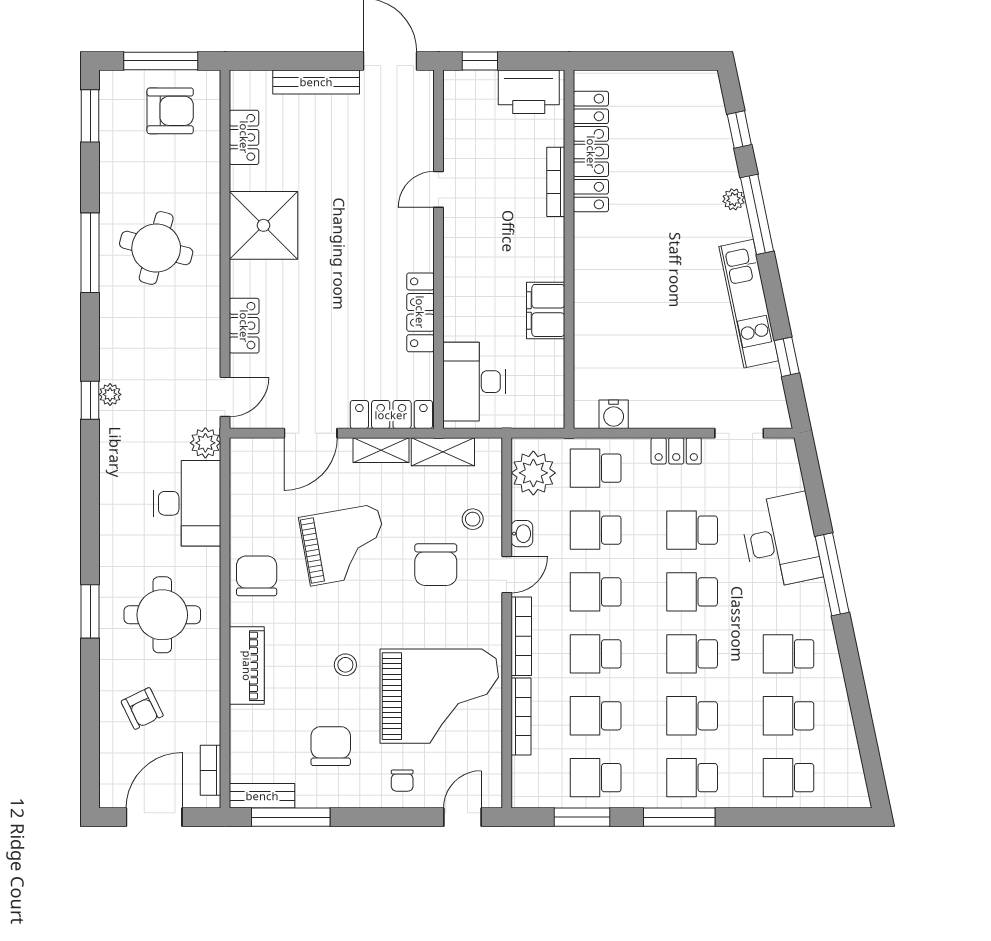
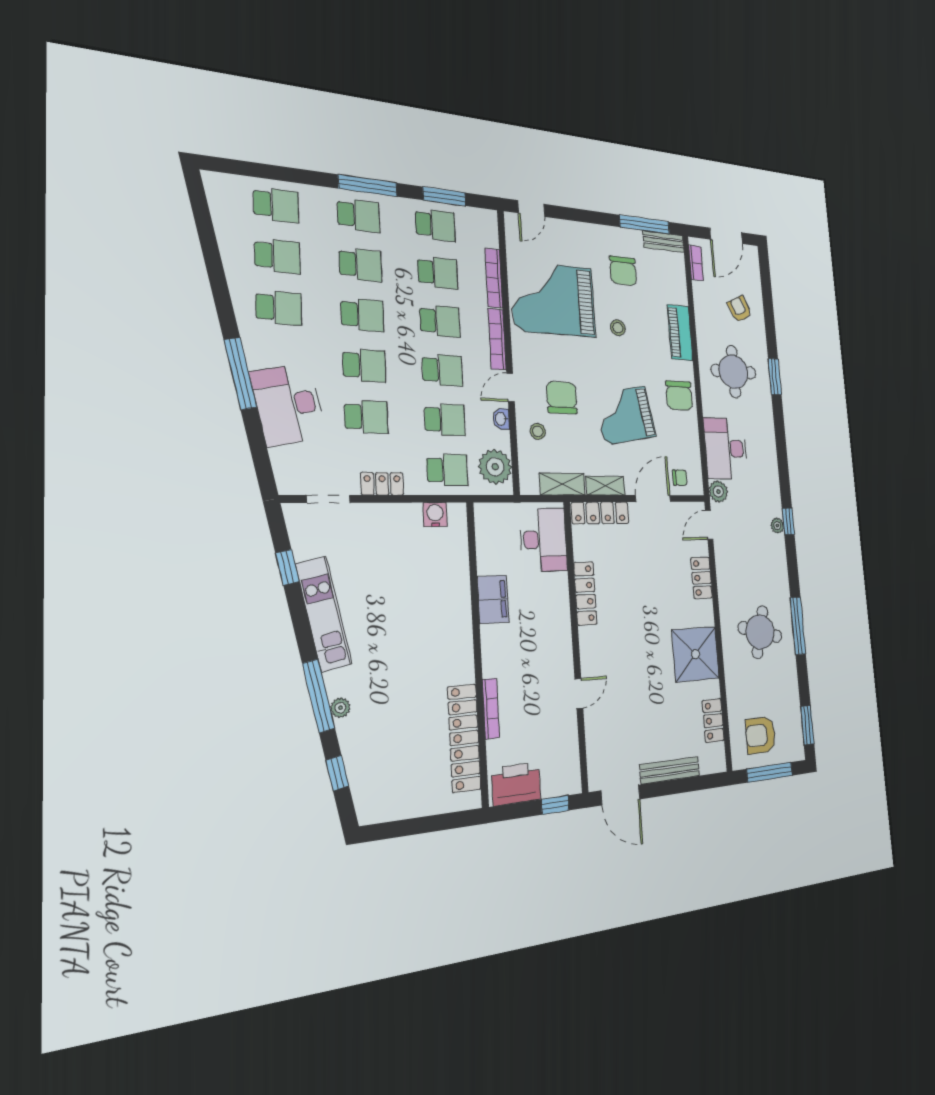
chair: (402, 781) -> (680, 478), moved, turned 90

